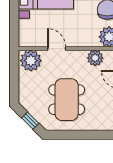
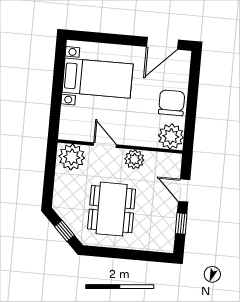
plant: (95, 58) -> (134, 159), moved

